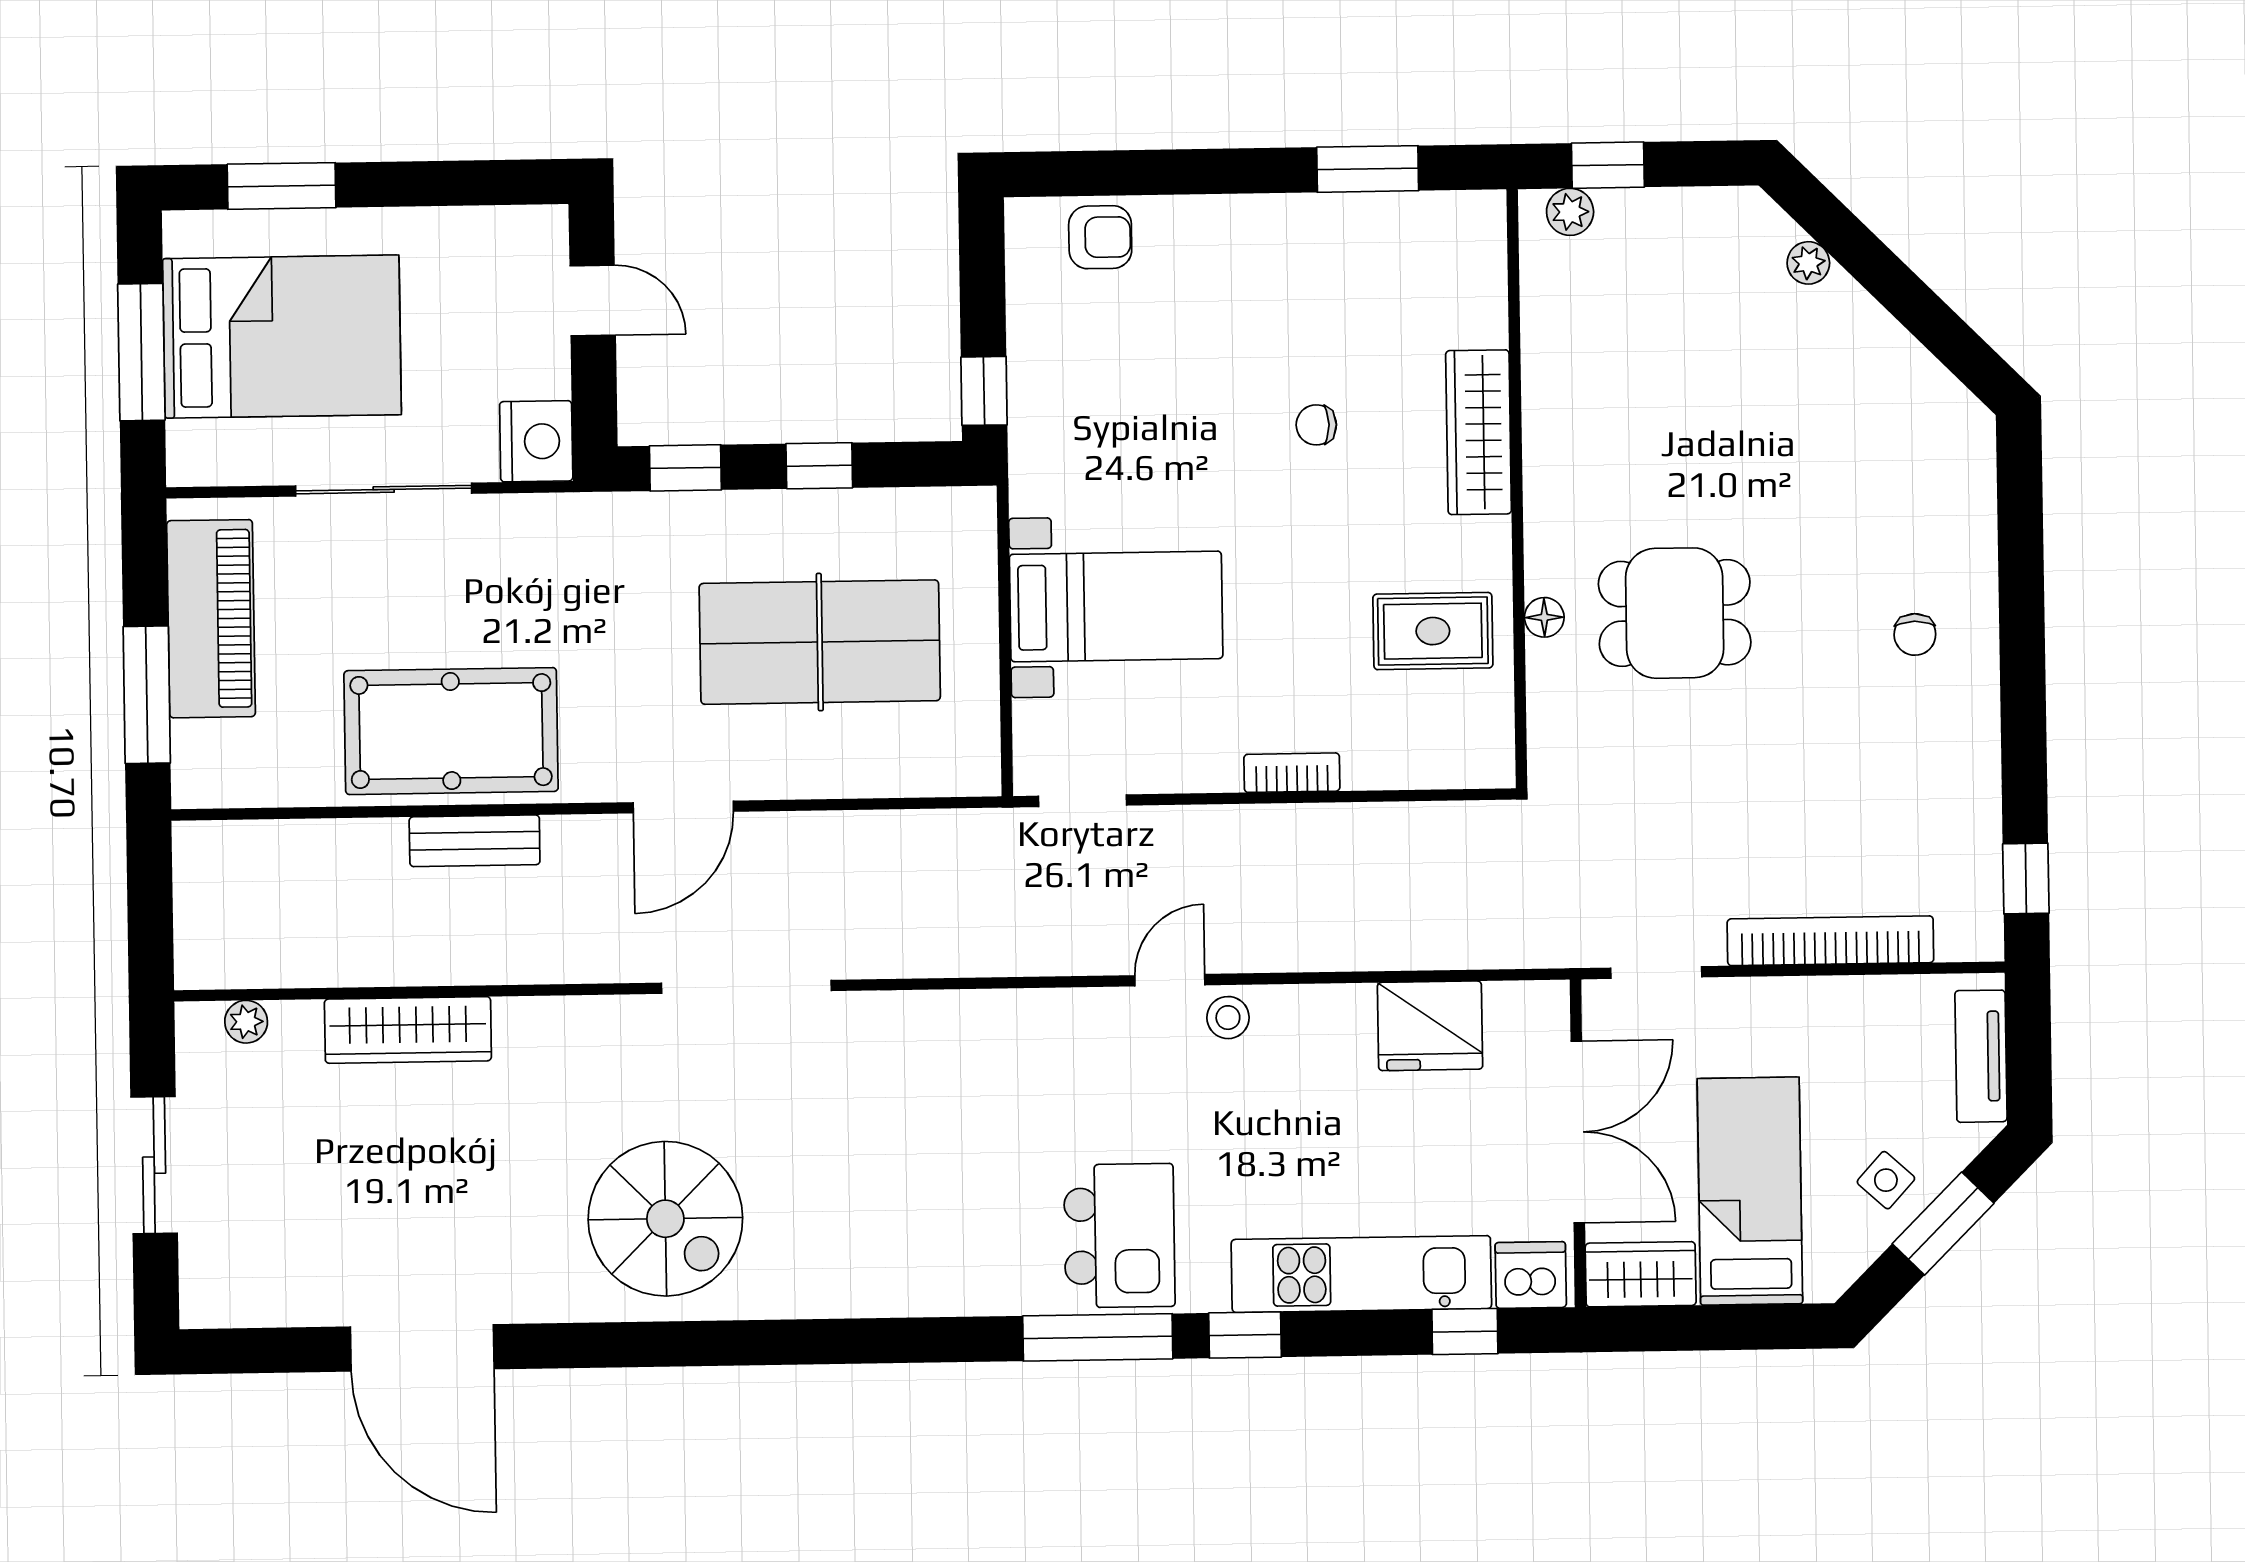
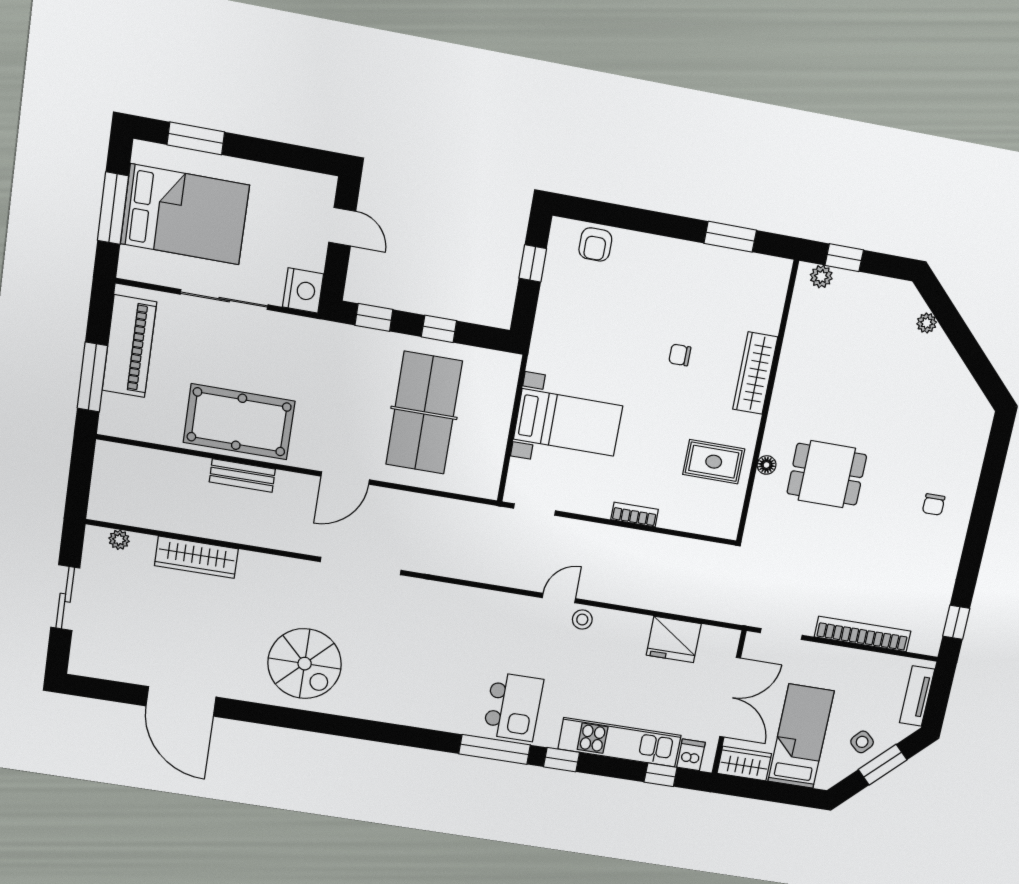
armchair: (1100, 237) -> (595, 244), turned 90
window: (984, 391) -> (533, 263), moved
table tennis table: (820, 642) -> (424, 413), turned 90
dishwasher: (1531, 1275) -> (691, 755), width x0.73

